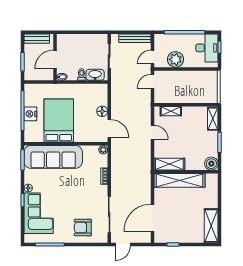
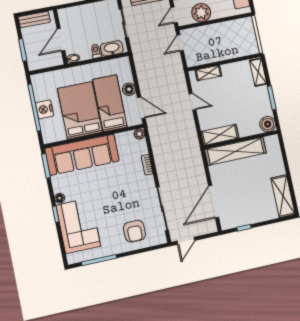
bed: (84, 120) -> (110, 103), added
armchair: (83, 228) -> (134, 231), turned -90

